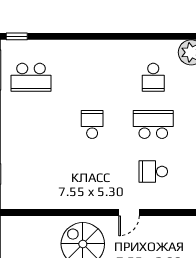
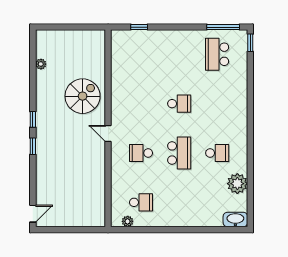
school desk: (153, 77) -> (217, 153), turned 180
school desk: (153, 172) -> (141, 153), turned -90

